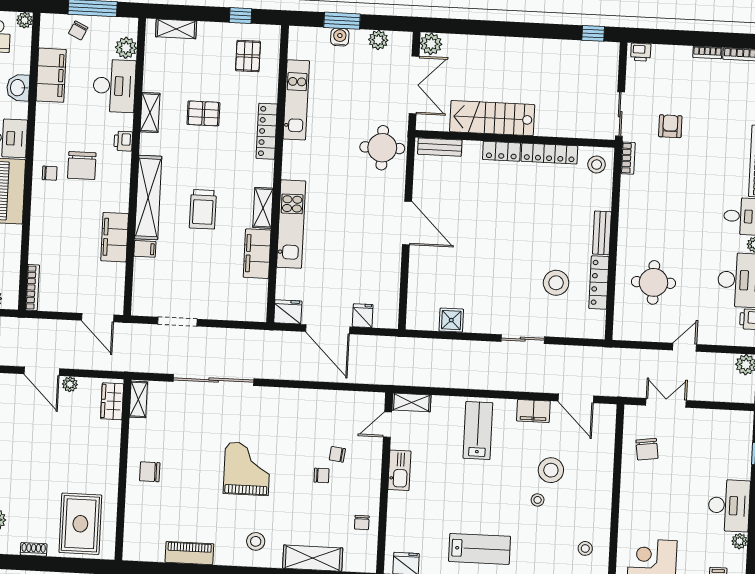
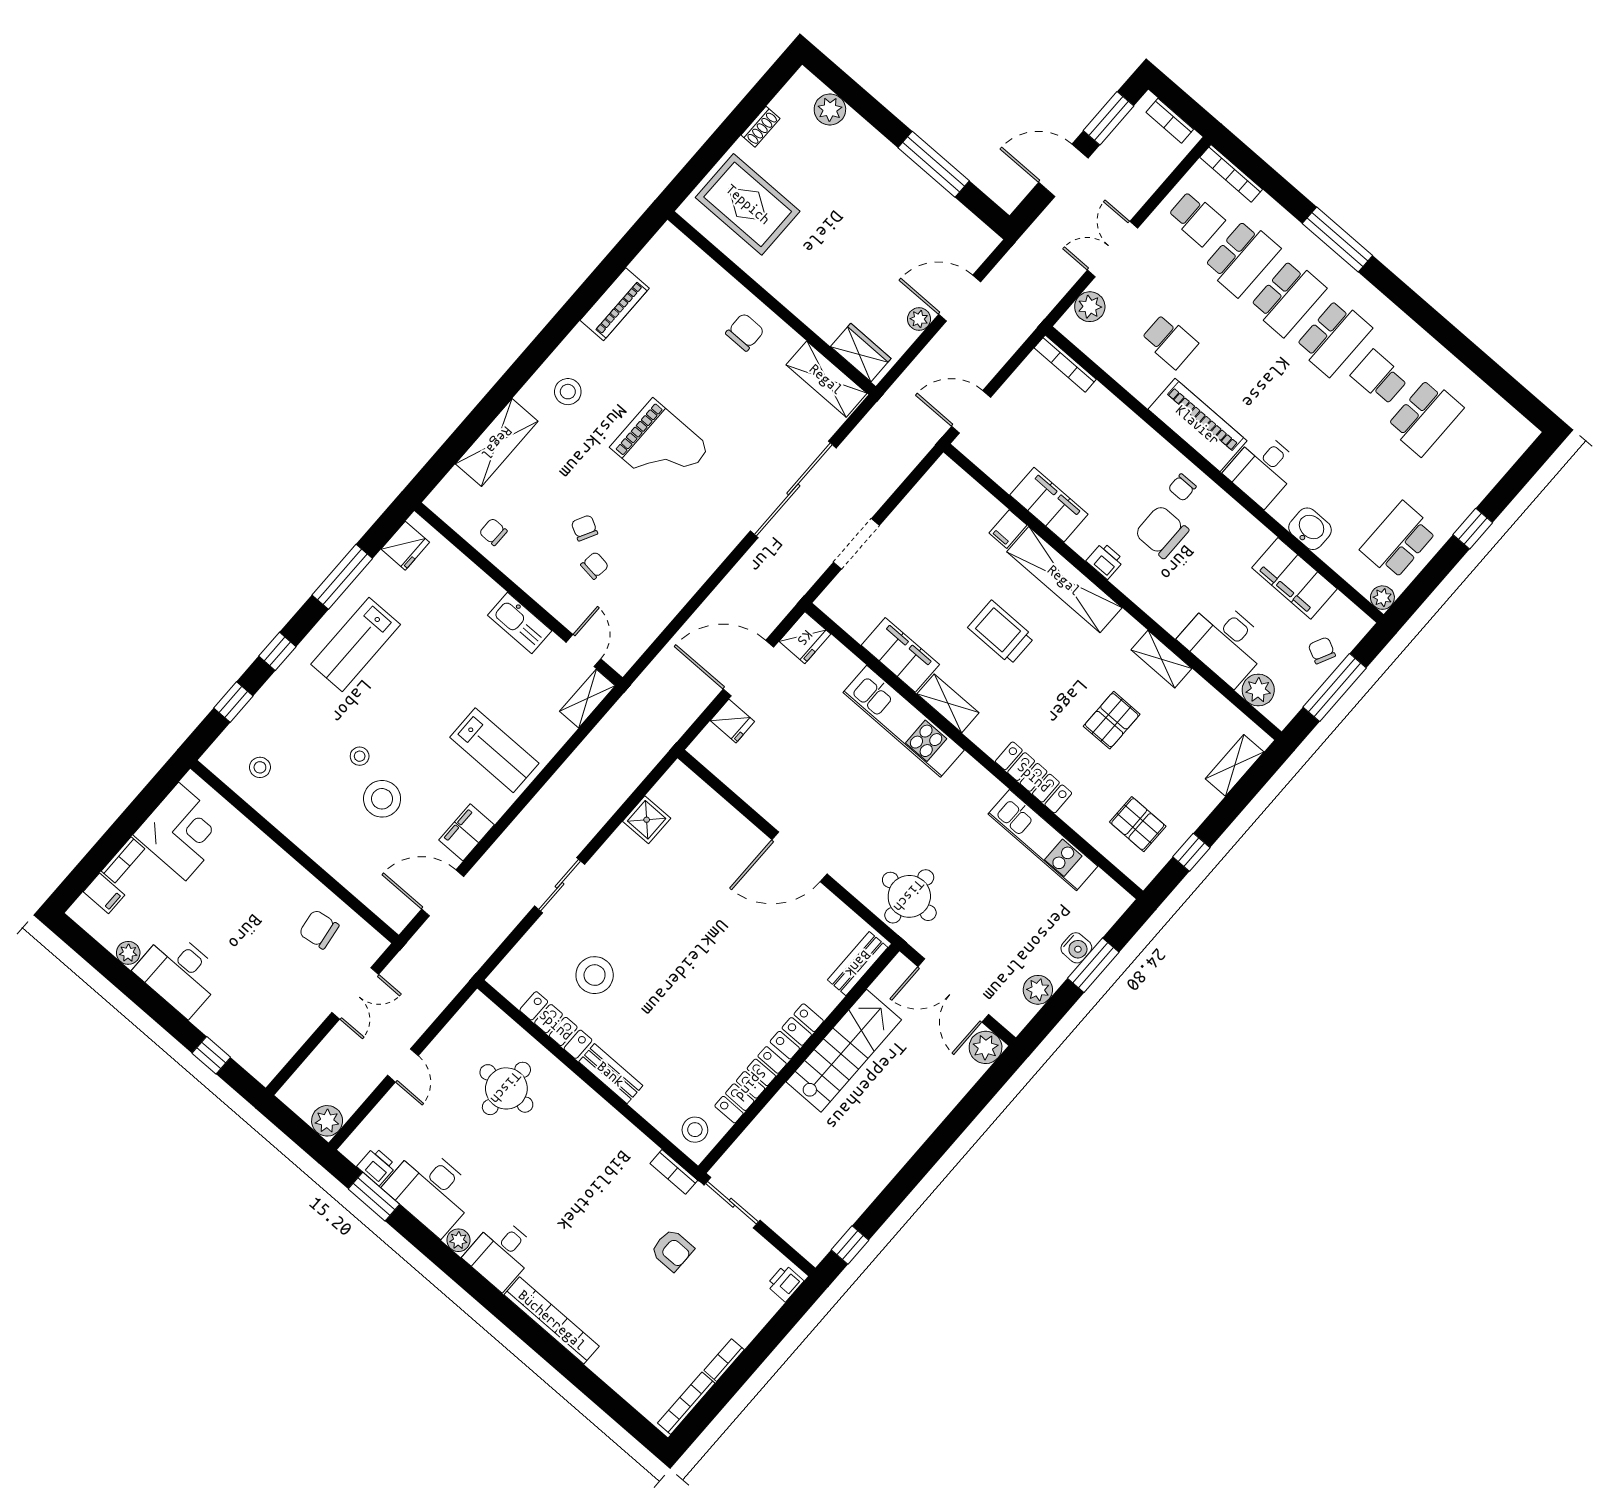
printer: (123, 141) -> (1105, 561), moved
doorway: (177, 322) -> (856, 544), moved
shelving: (138, 399) -> (826, 379), width x1.50, depth x1.33
chair: (322, 475) -> (584, 528), turned 118

